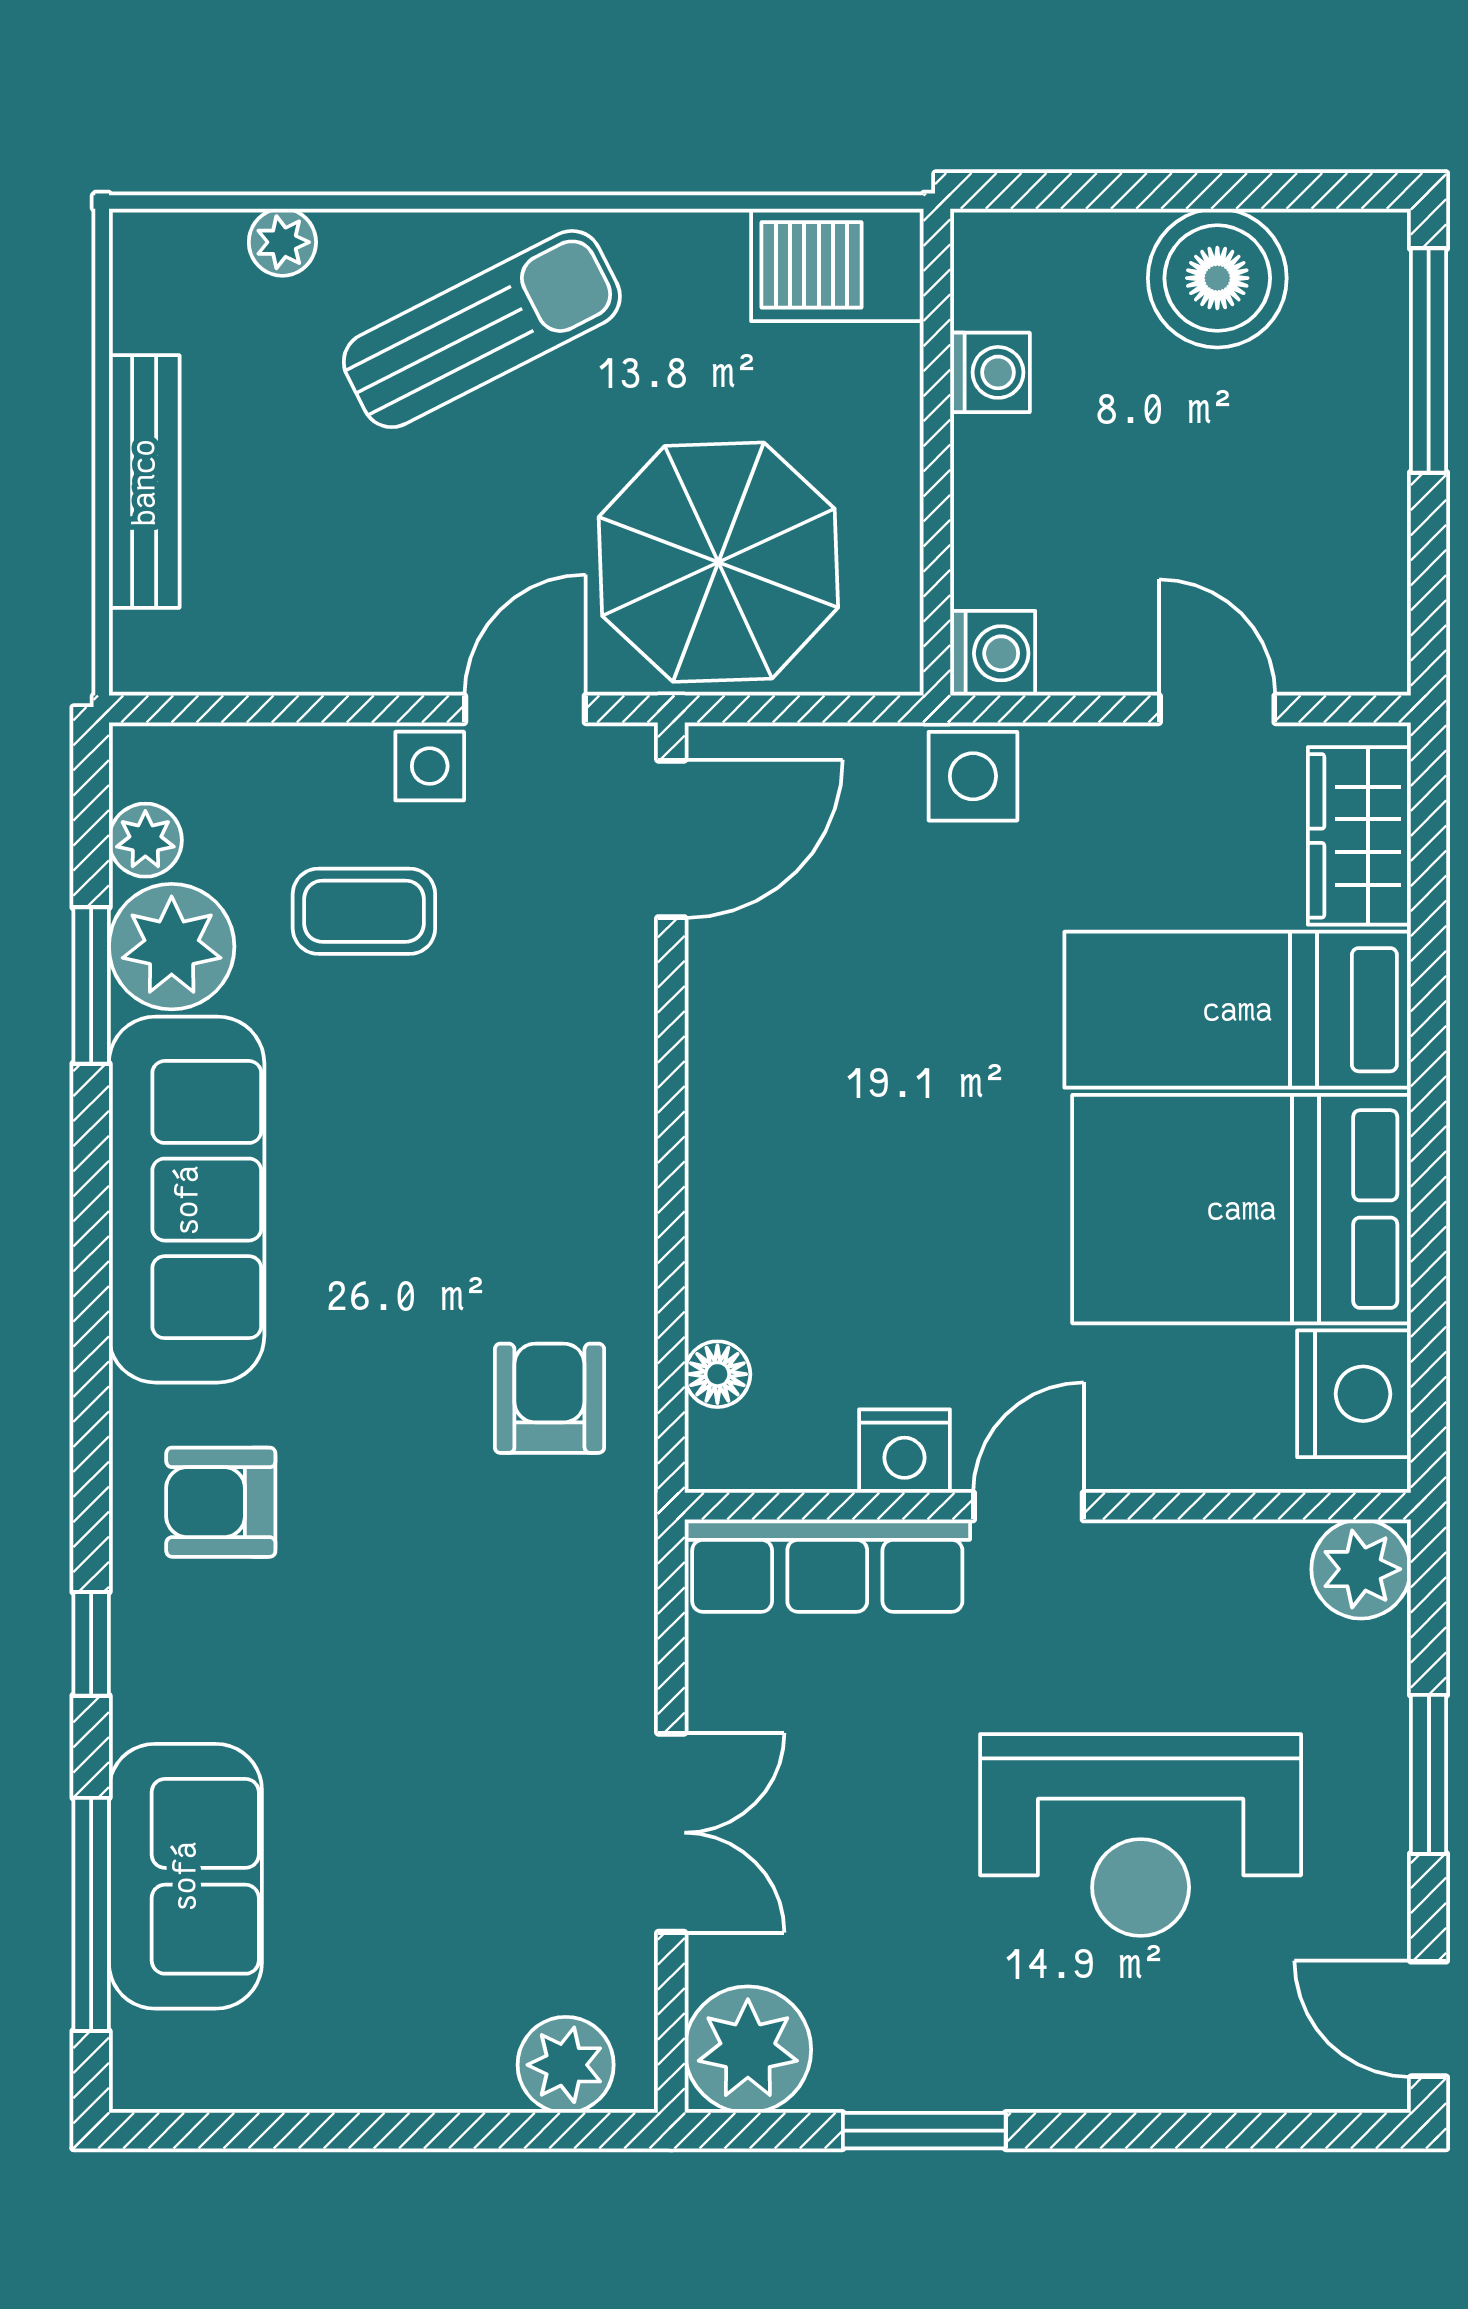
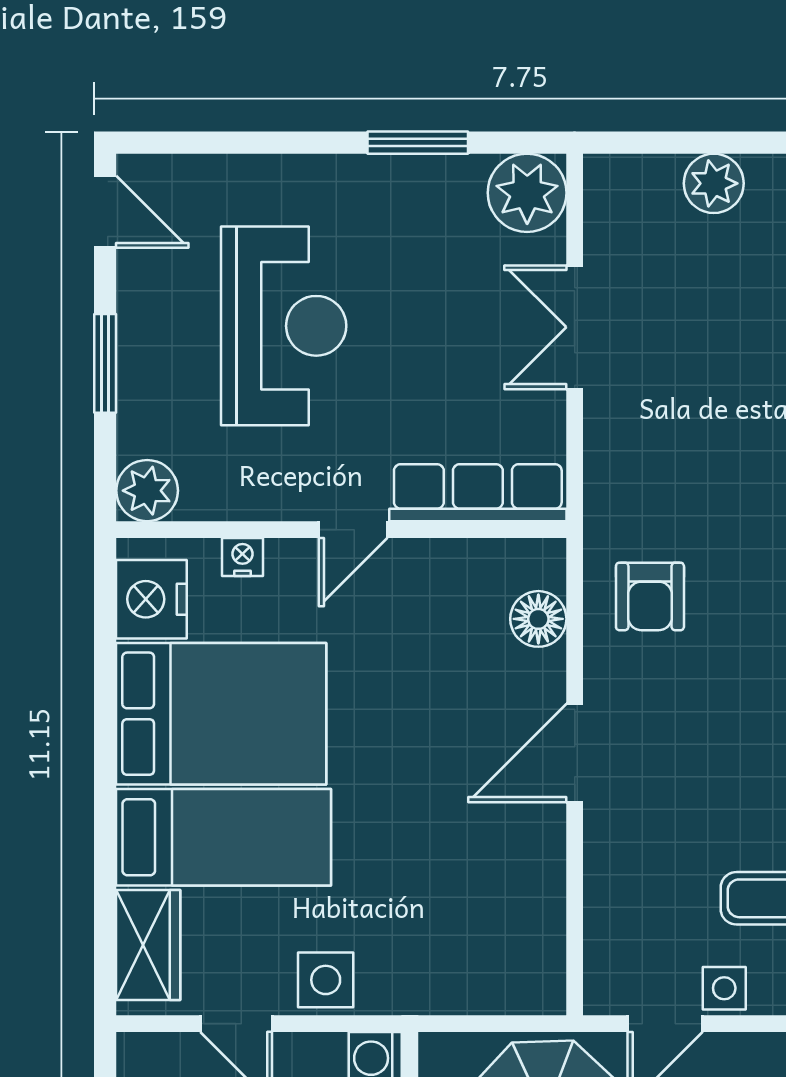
side table: (973, 776) -> (326, 980), moved
door: (671, 839) -> (575, 753), moved
floor lamp: (717, 1374) -> (538, 619), width x1.37, depth x1.37
nightstand: (904, 1451) -> (242, 557), moved, width x0.72, depth x0.74
reception desk: (1141, 1835) -> (284, 326), turned 90
plant: (566, 2065) -> (714, 183), moved

